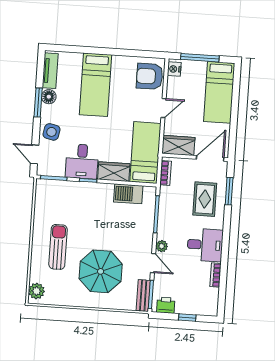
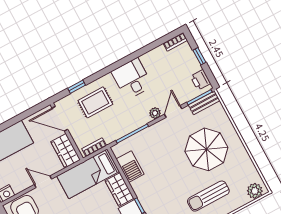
window: (229, 191) -> (77, 87), width x0.67
bookcase: (216, 275) -> (175, 42), moved

